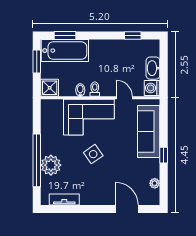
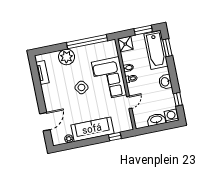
washbasin: (107, 47) -> (165, 82), added
washing machine: (152, 88) -> (171, 116), moved
sofa: (149, 132) -> (92, 129), moved
window: (164, 155) -> (115, 137), moved
window: (37, 160) -> (87, 42), moved

